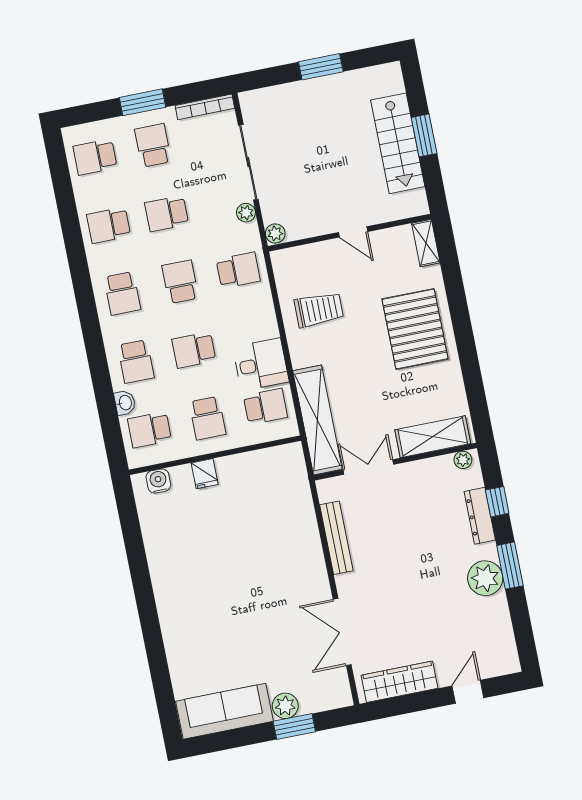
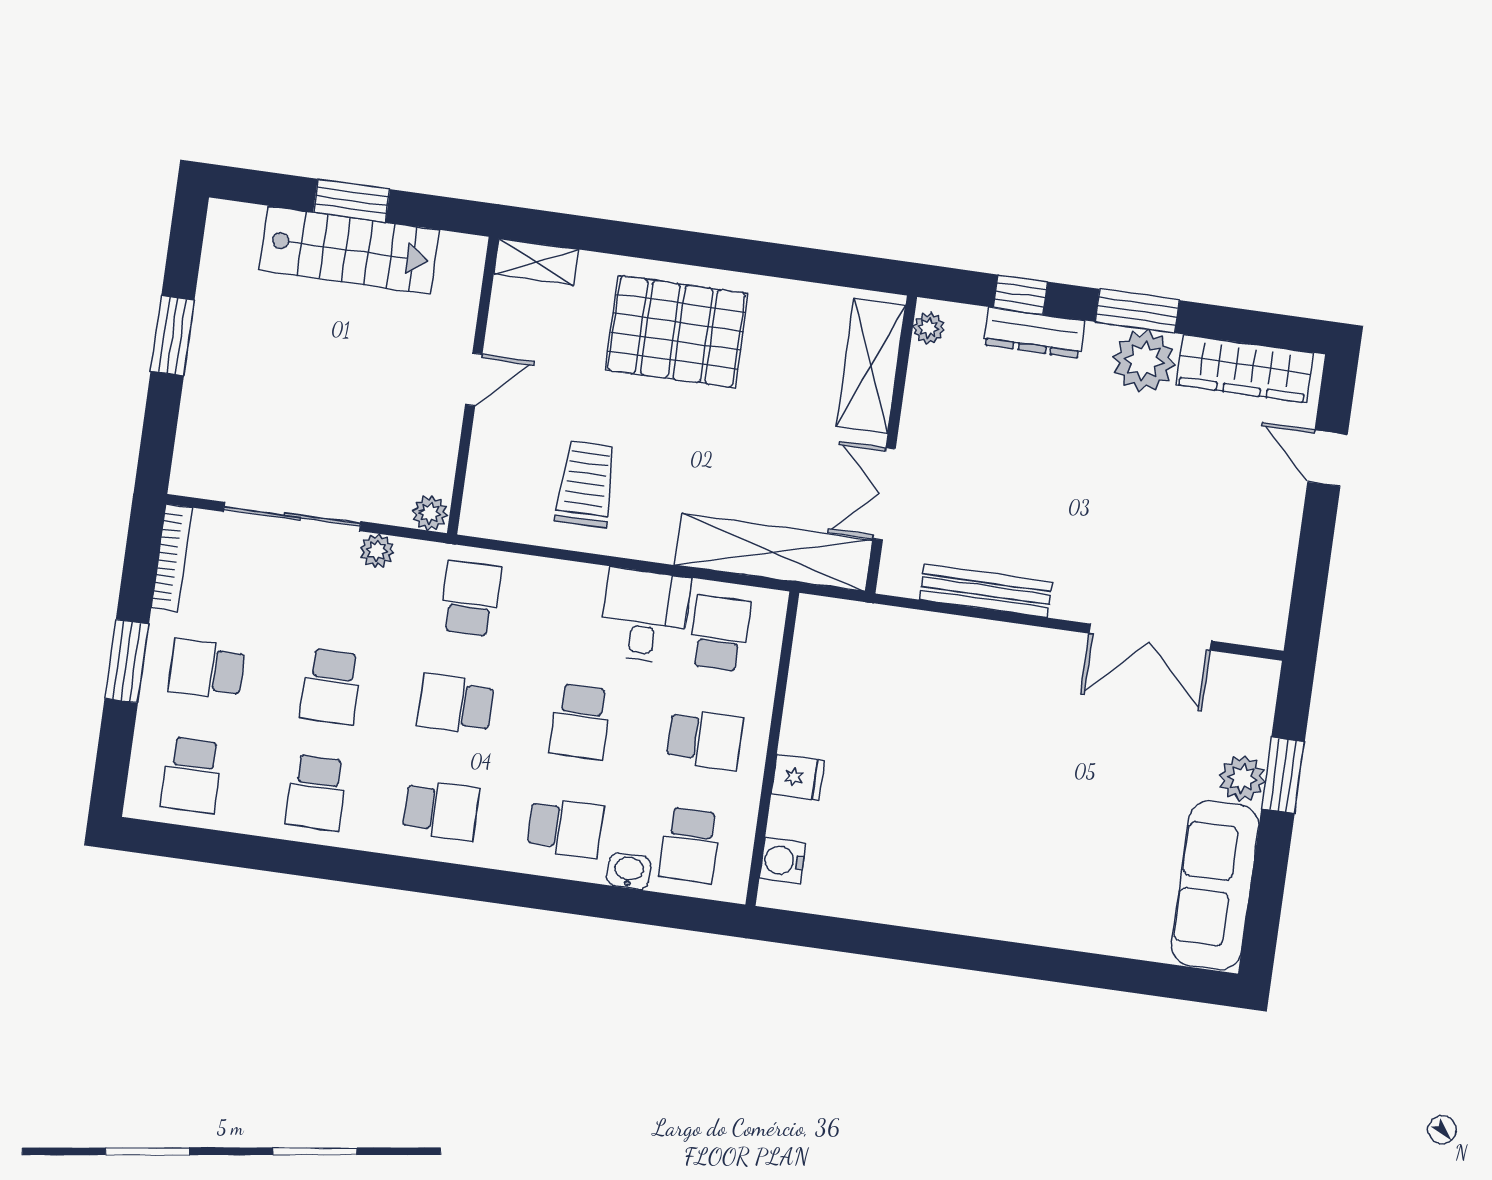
wardrobe: (400, 682) -> (1245, 369), moved, turned -90

